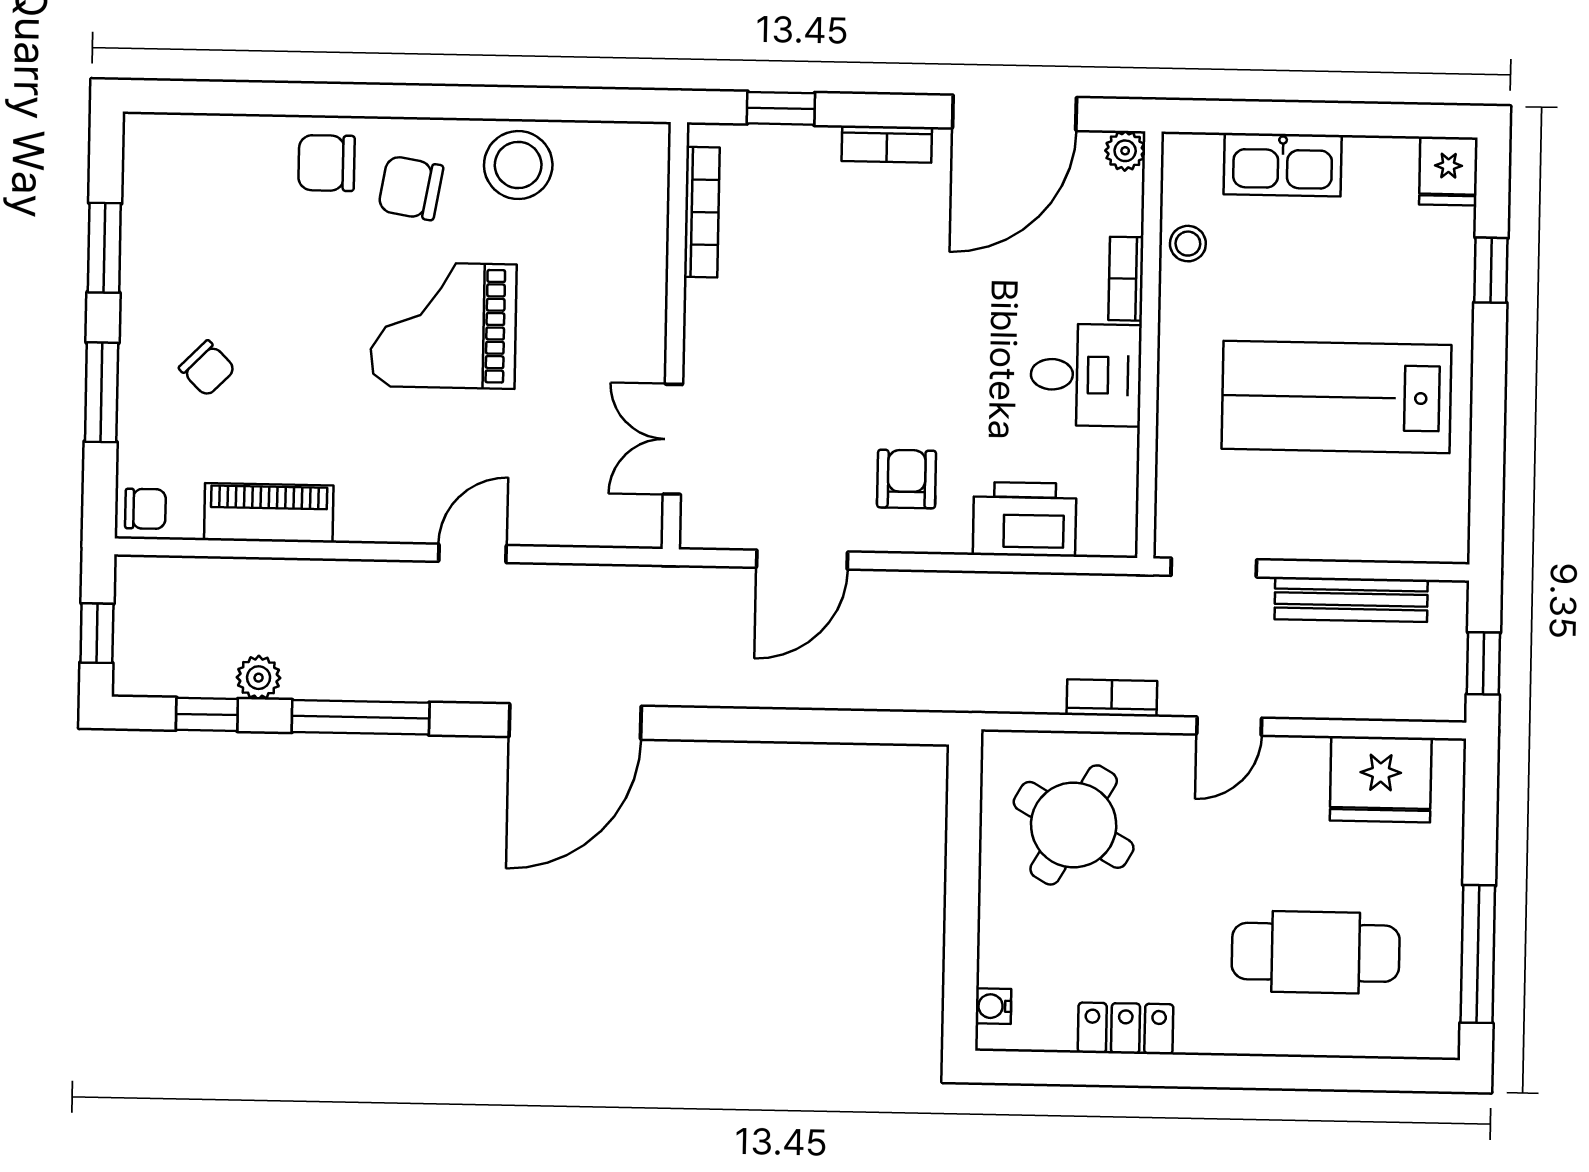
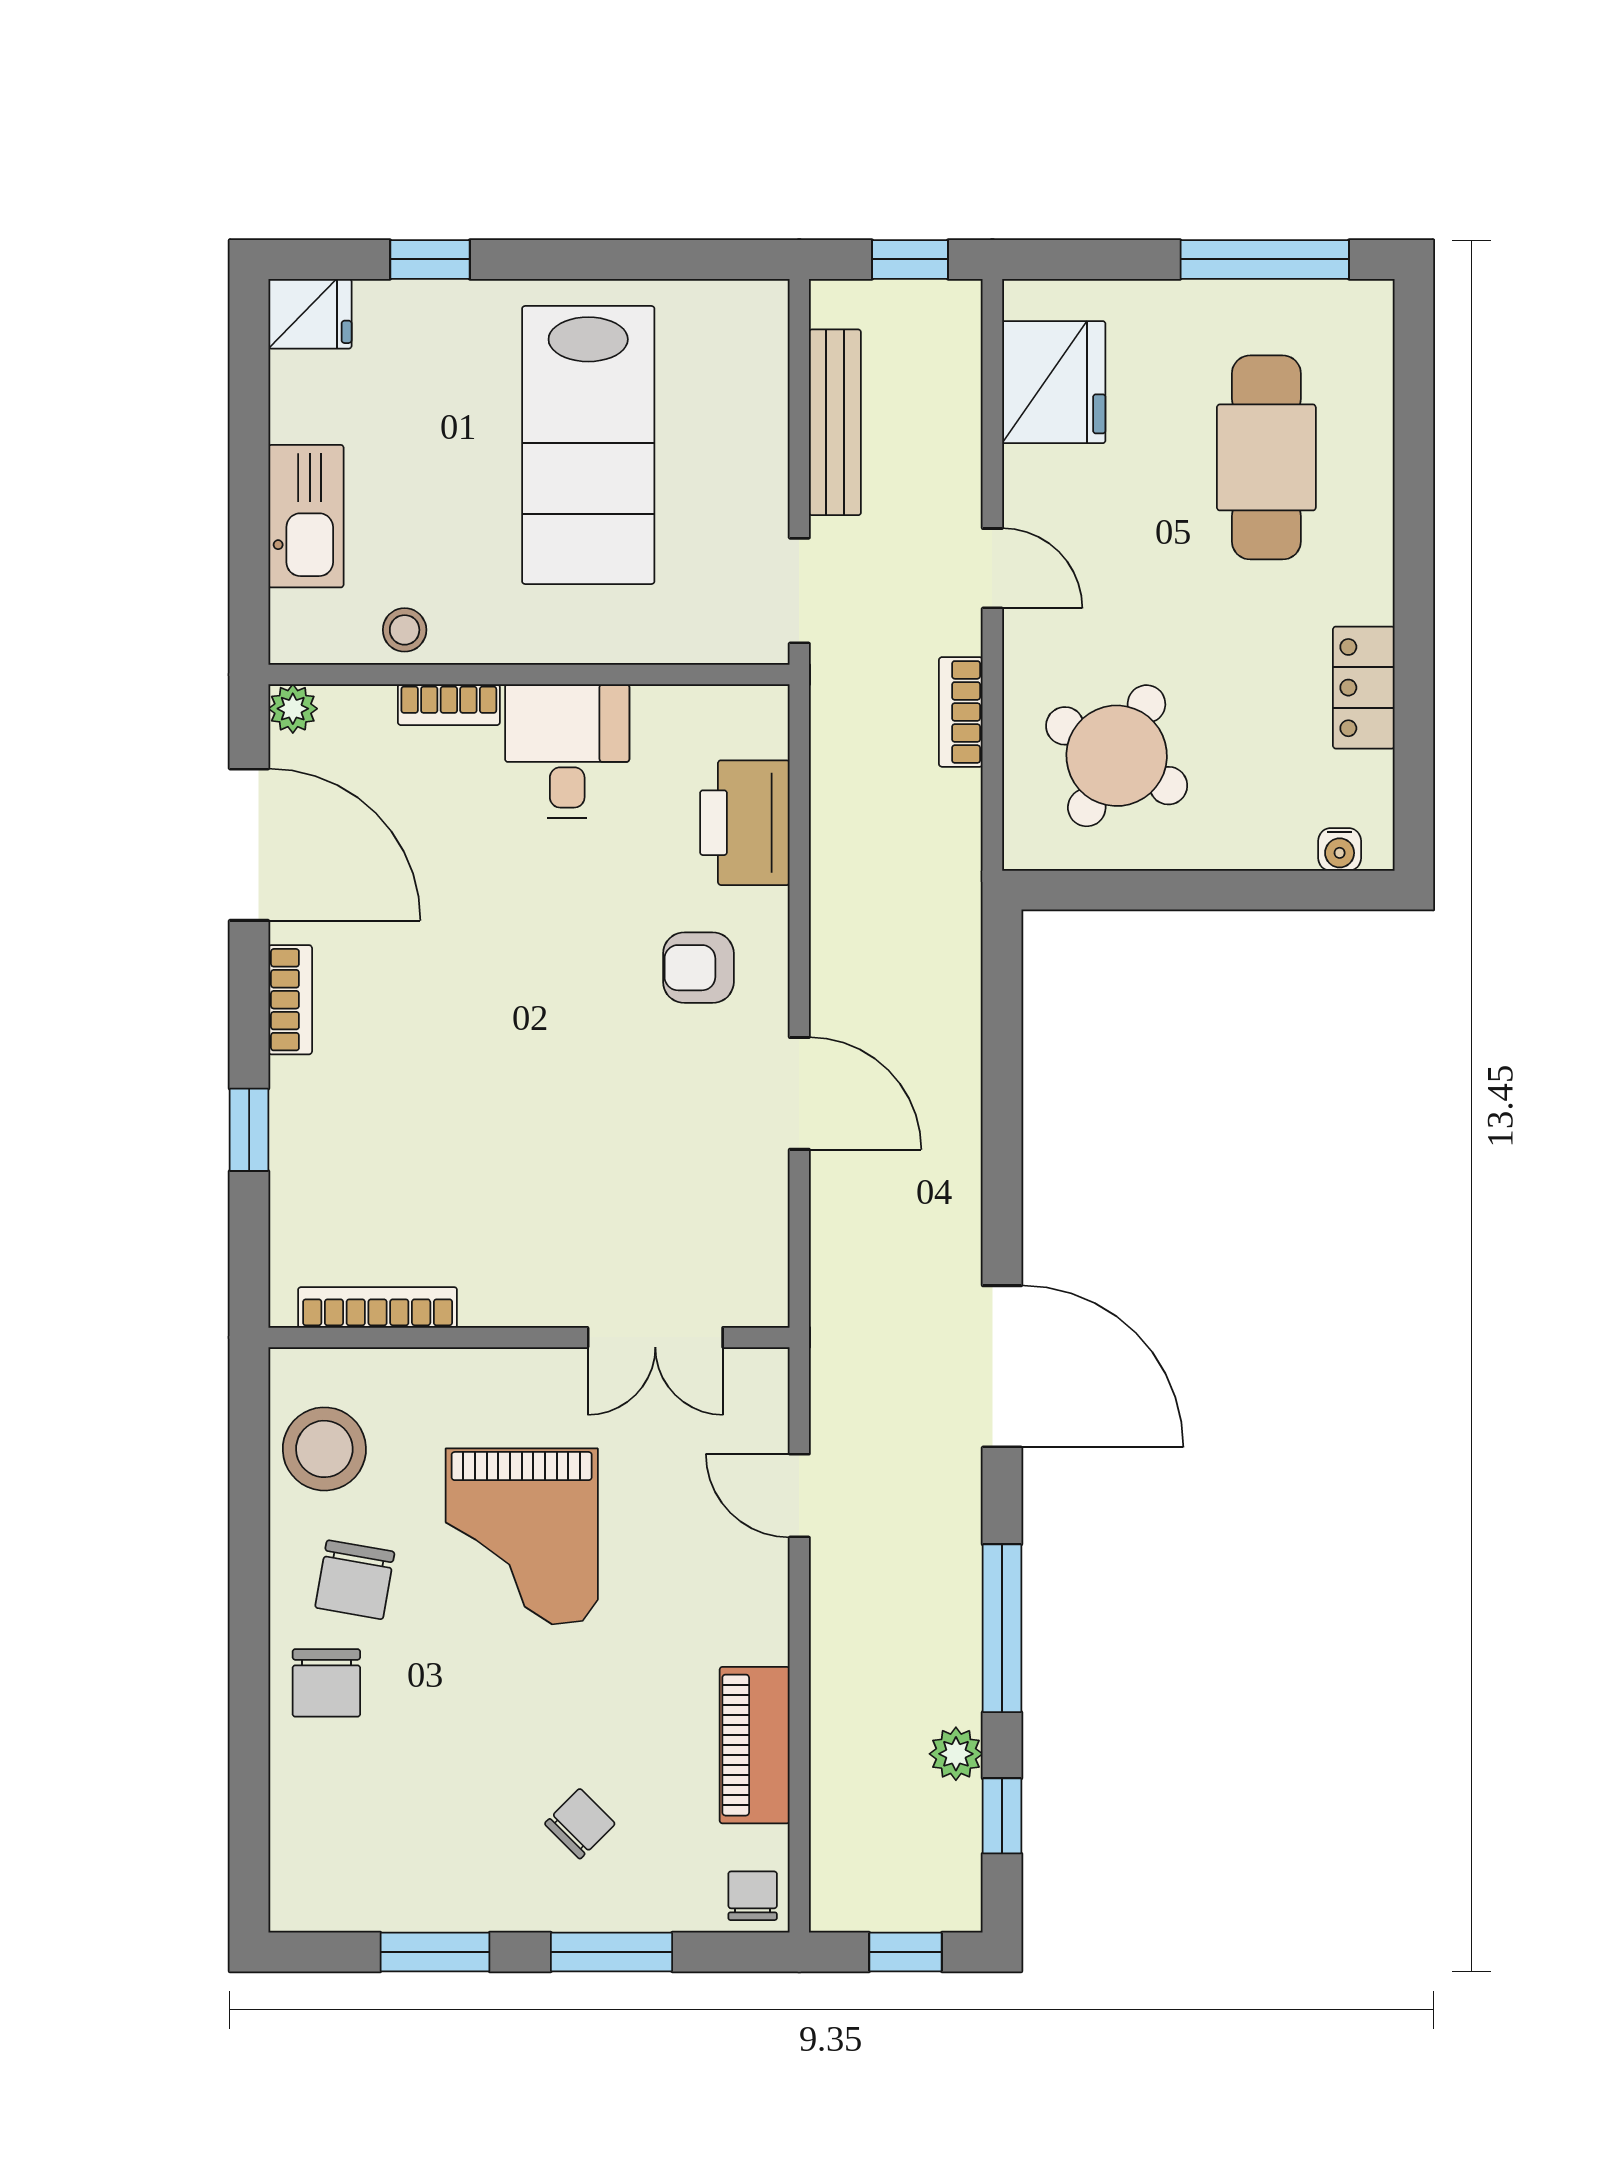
bookcase: (702, 212) -> (378, 1307), moved
wall: (675, 336) -> (529, 1337), moved
double door: (673, 439) -> (655, 1337), moved

